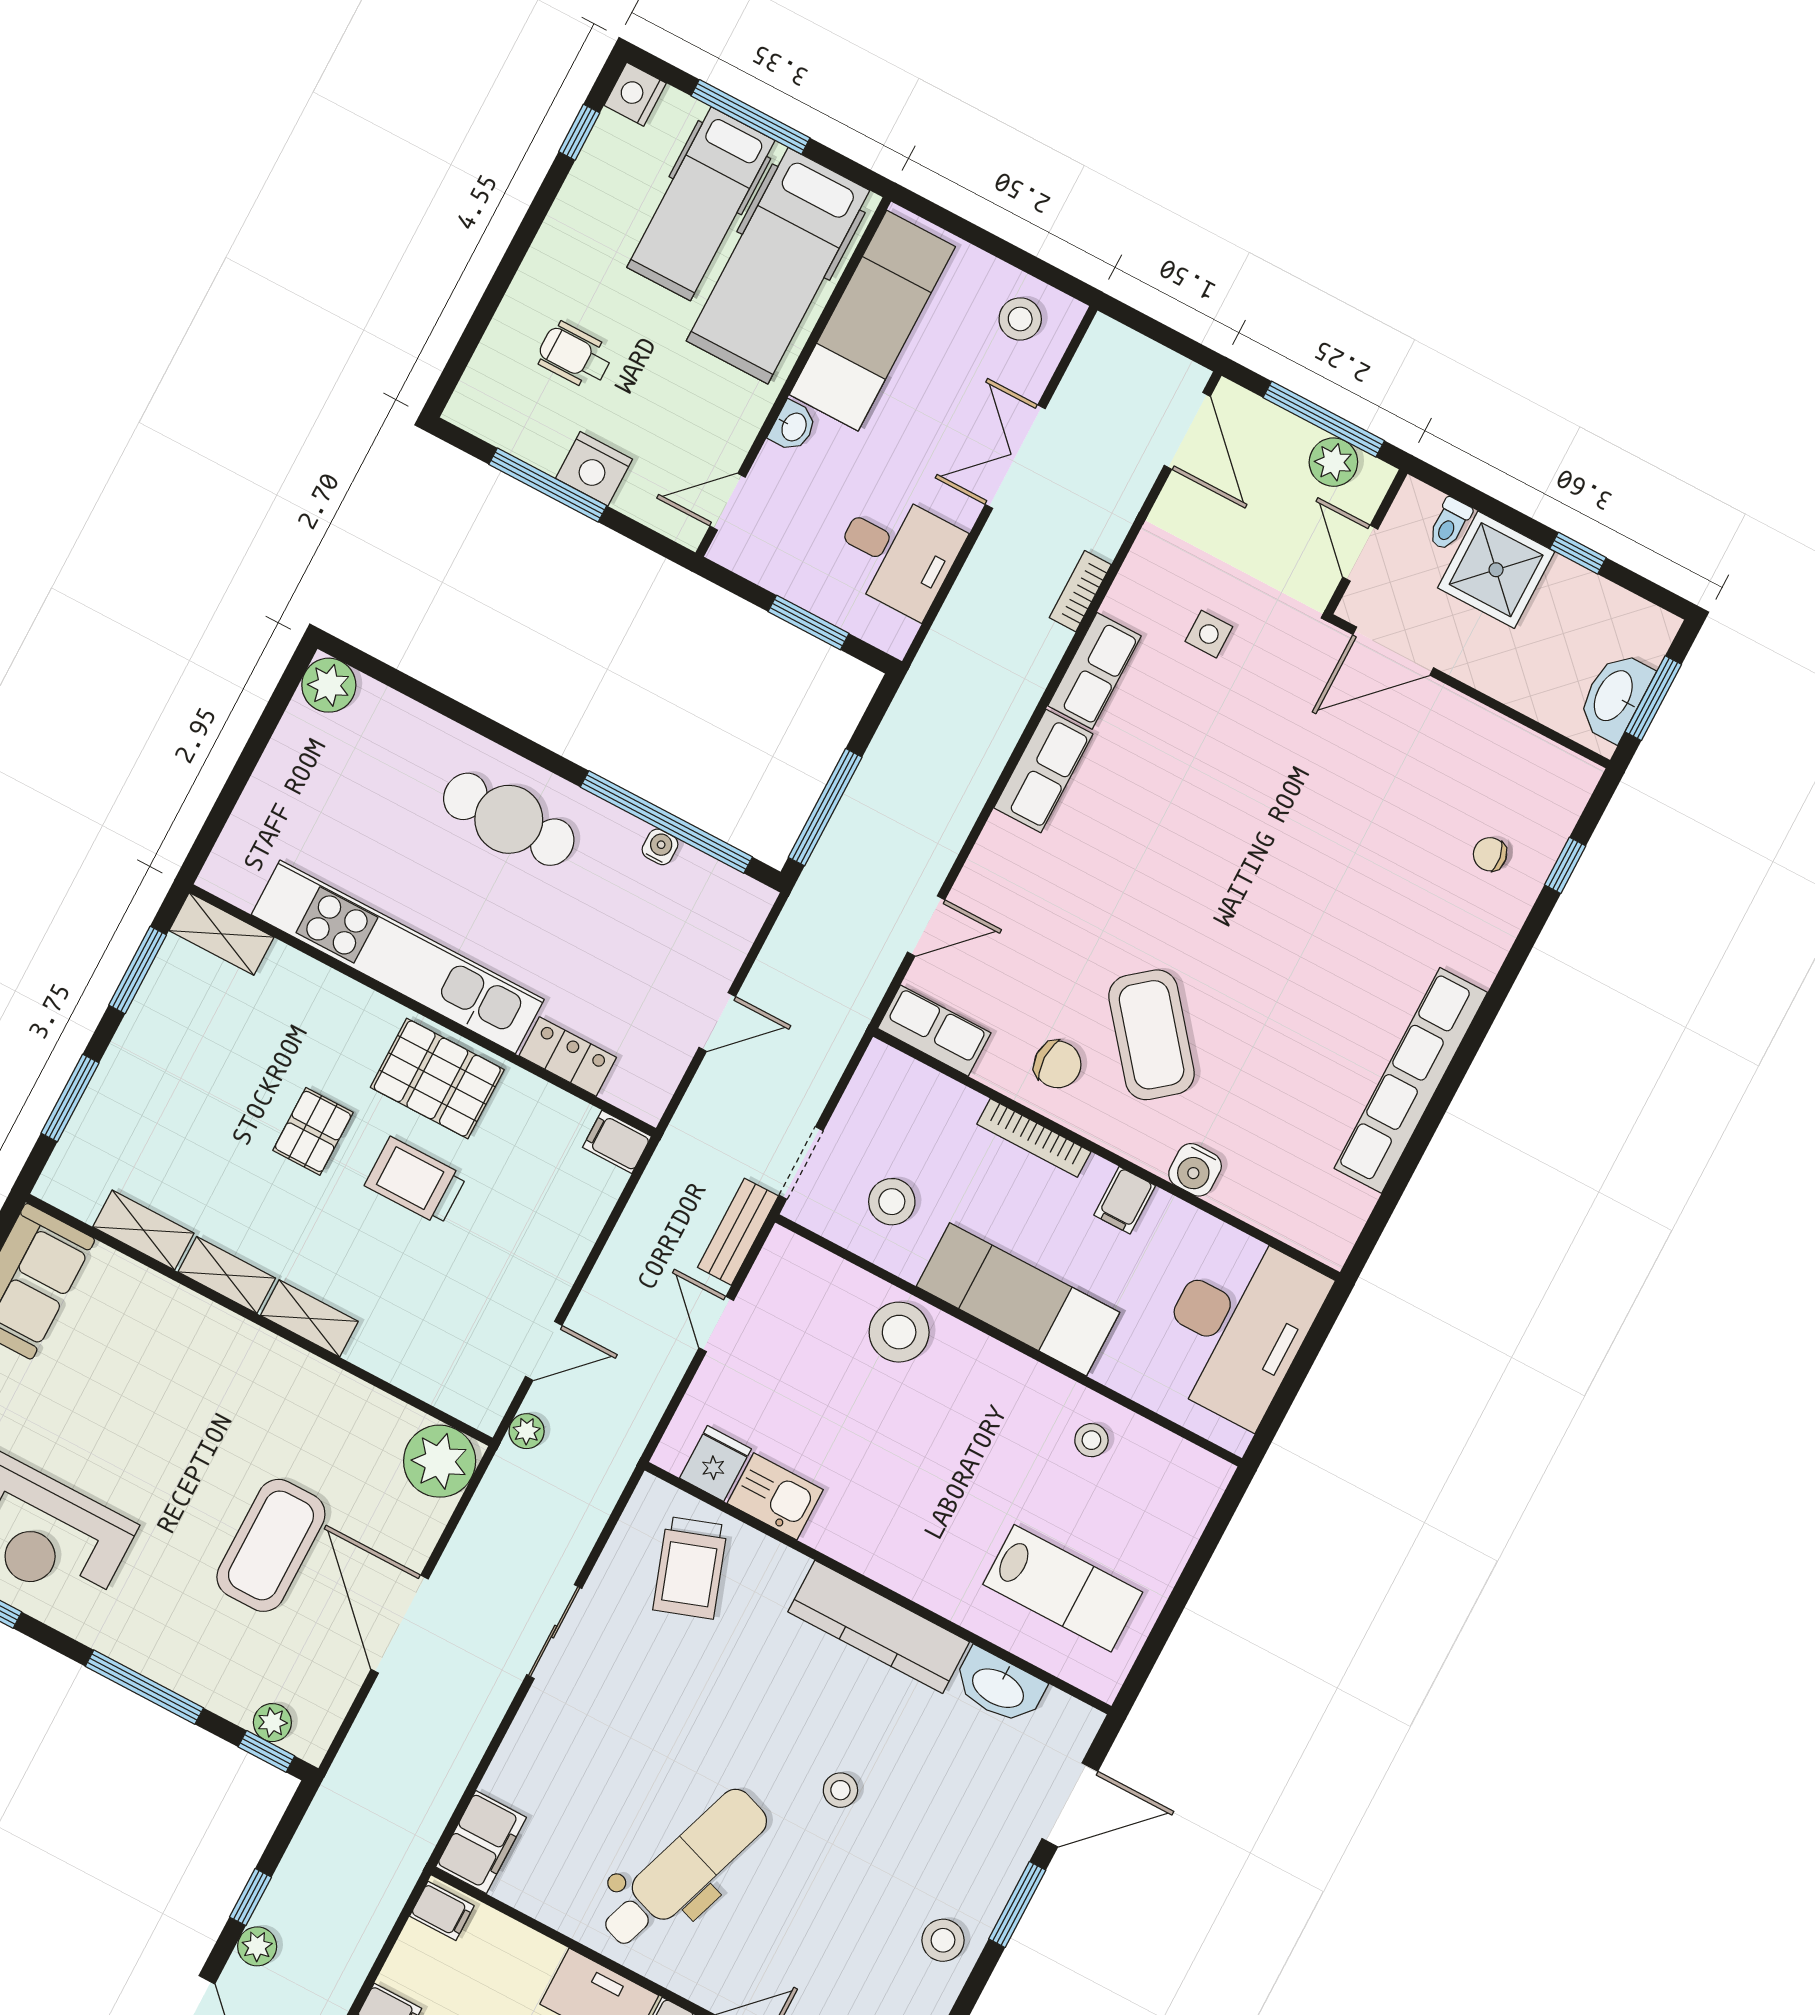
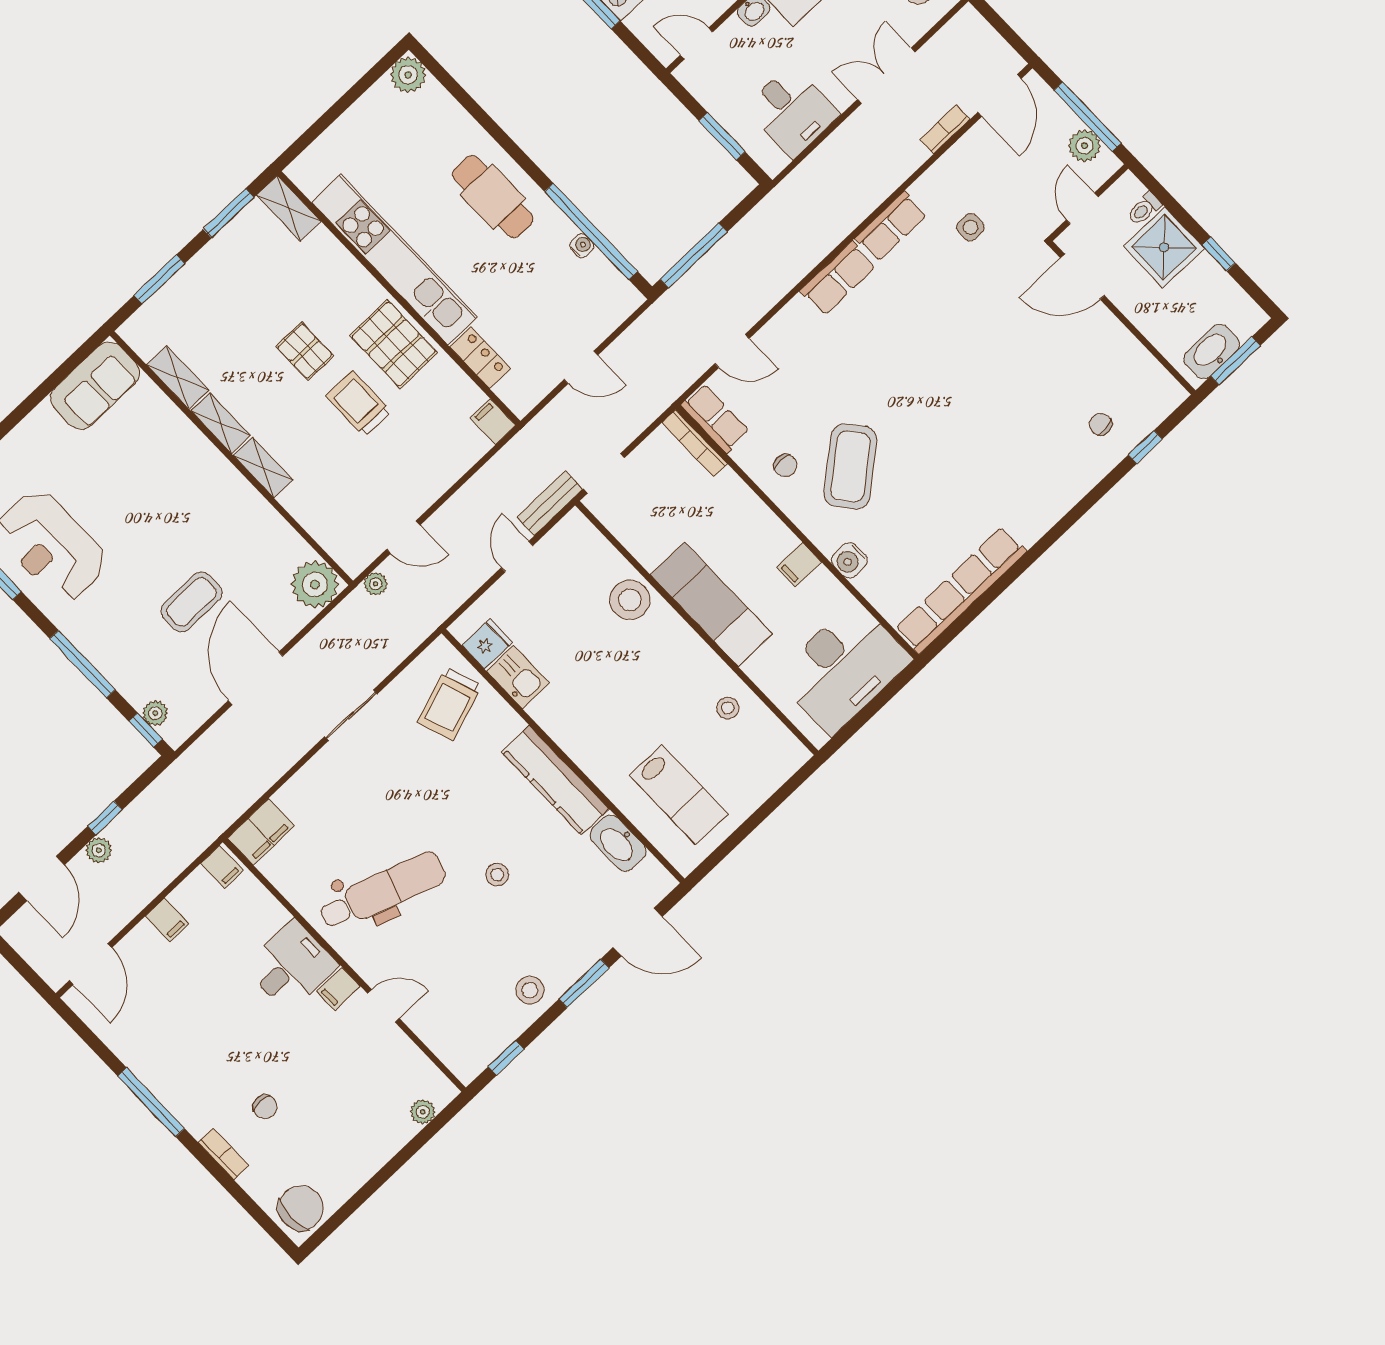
bookcase: (1080, 591) -> (945, 129), moved
chair: (1058, 1064) -> (785, 465), width x0.73, depth x0.73
row of seats: (1411, 1080) -> (961, 590), moved
pallet: (313, 1131) -> (305, 351), turned 90
bookcase: (1034, 1138) -> (695, 443), moved
stool: (892, 1202) -> (653, 517), removed
coffee table: (271, 1545) -> (192, 602), width x0.73, depth x0.76

